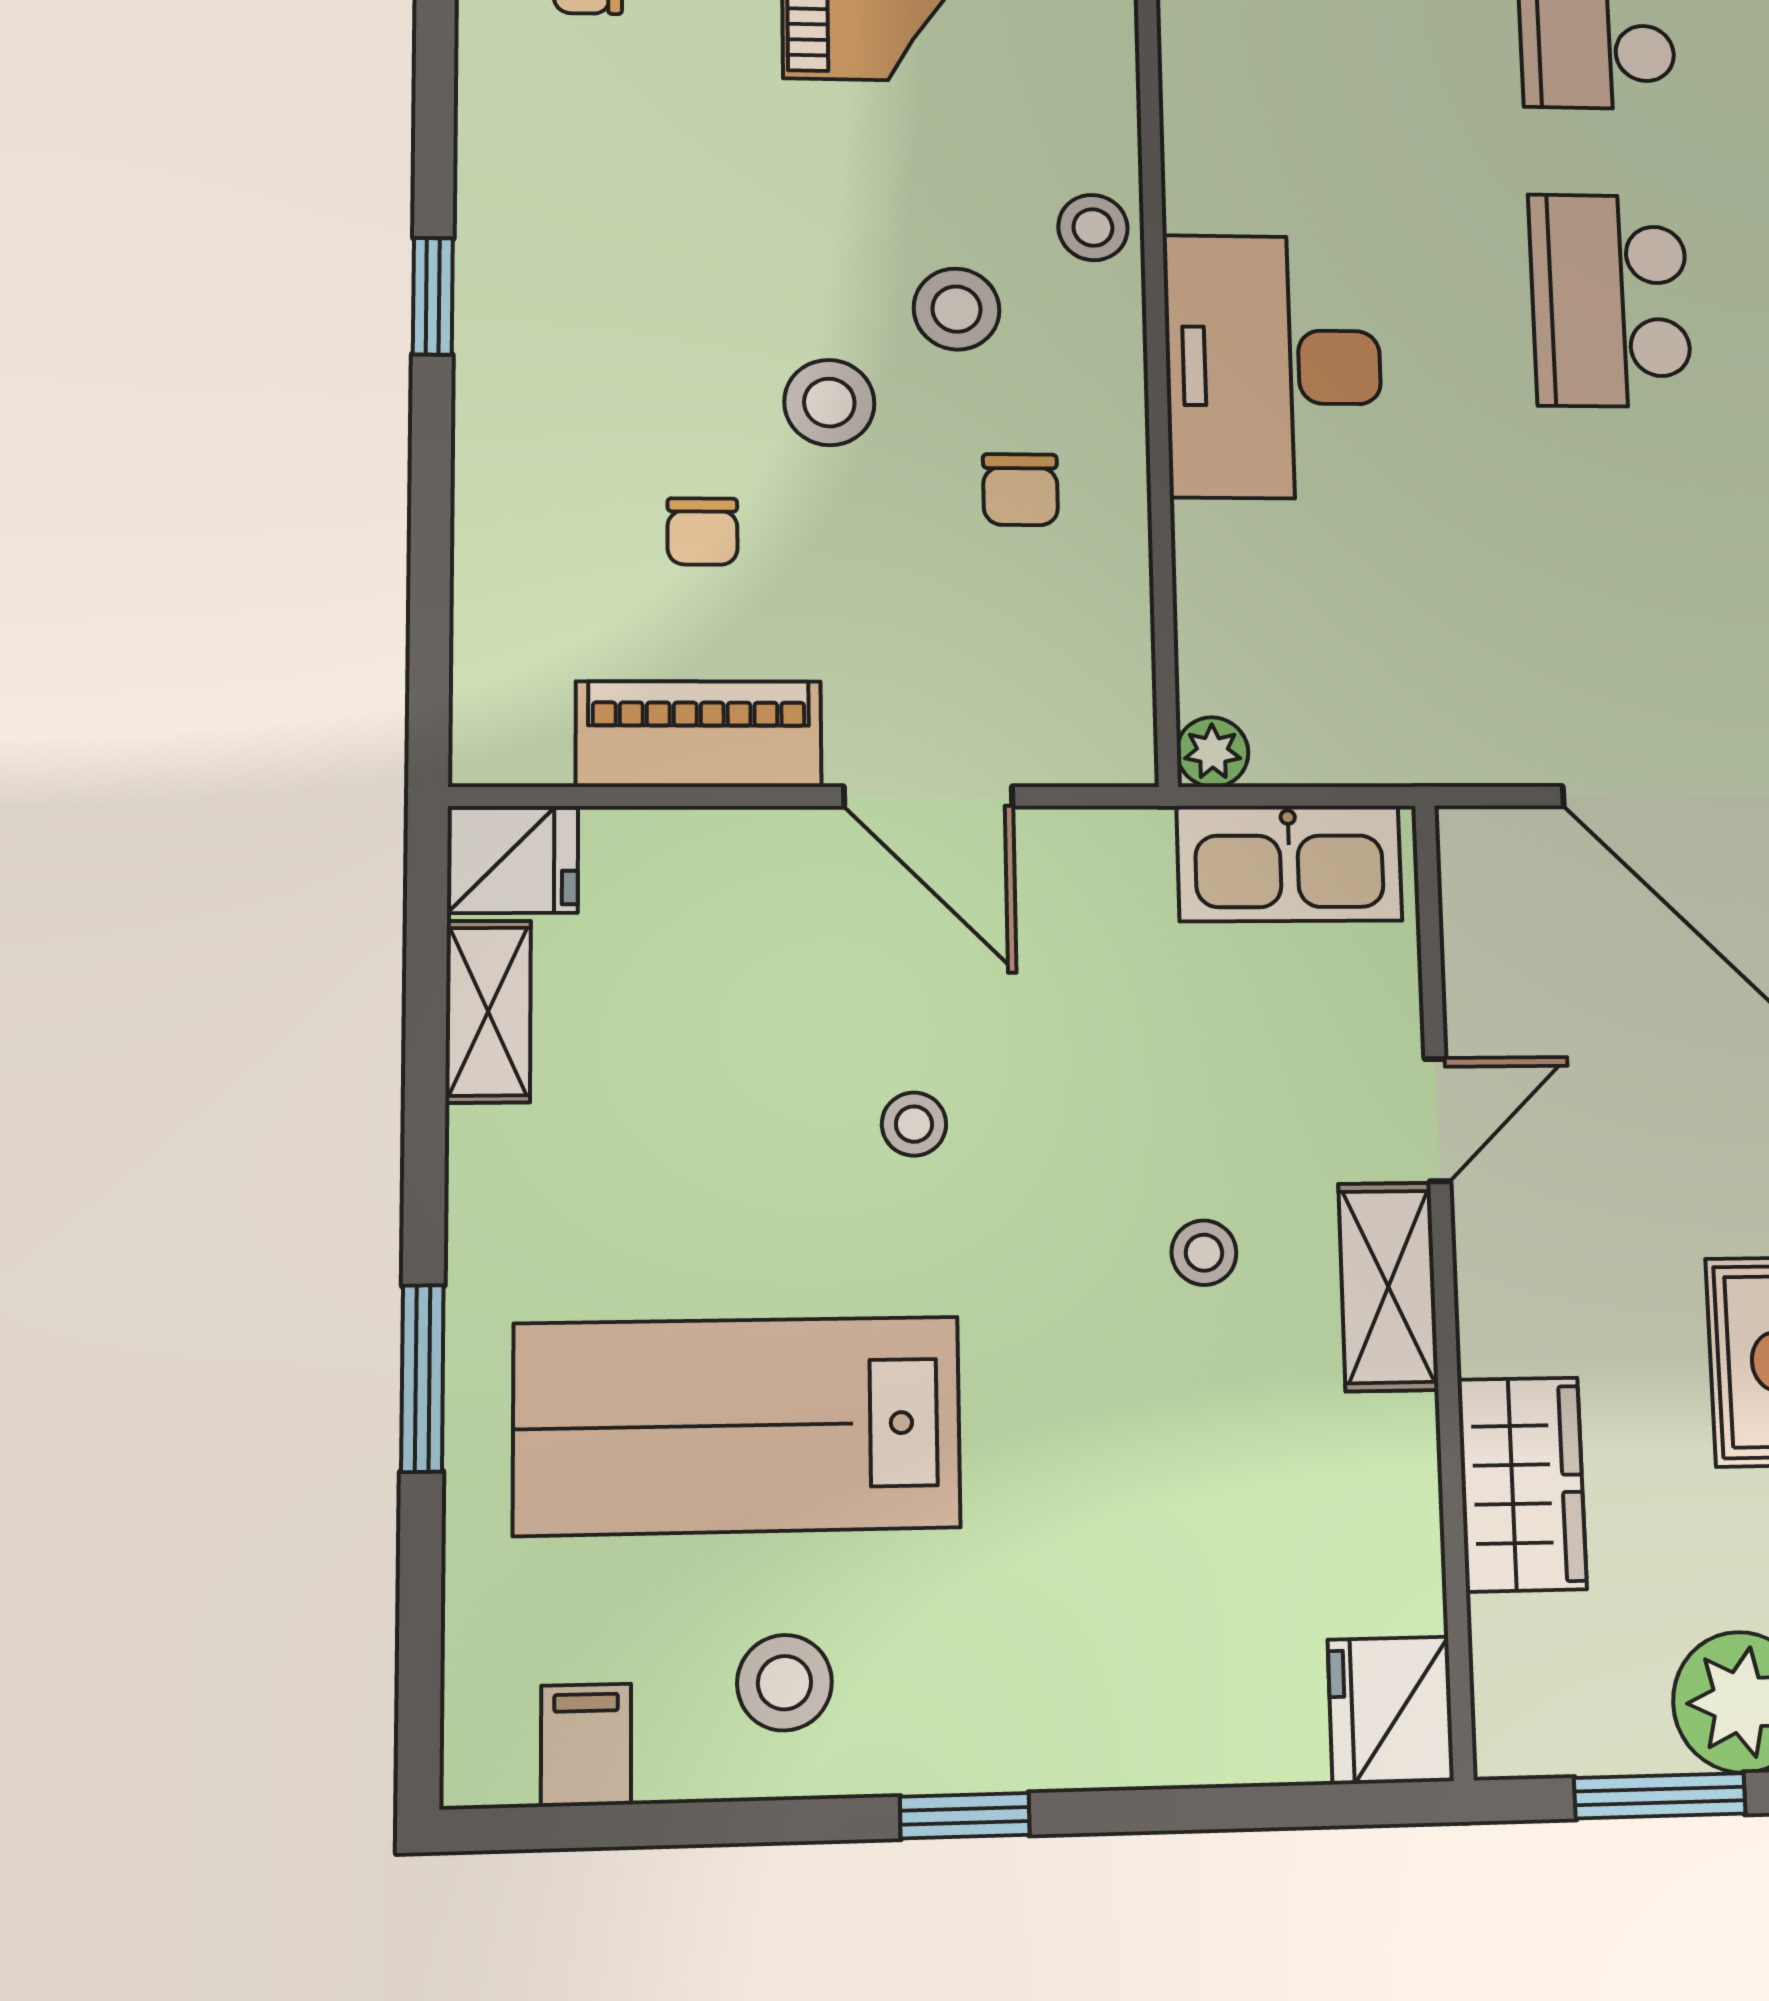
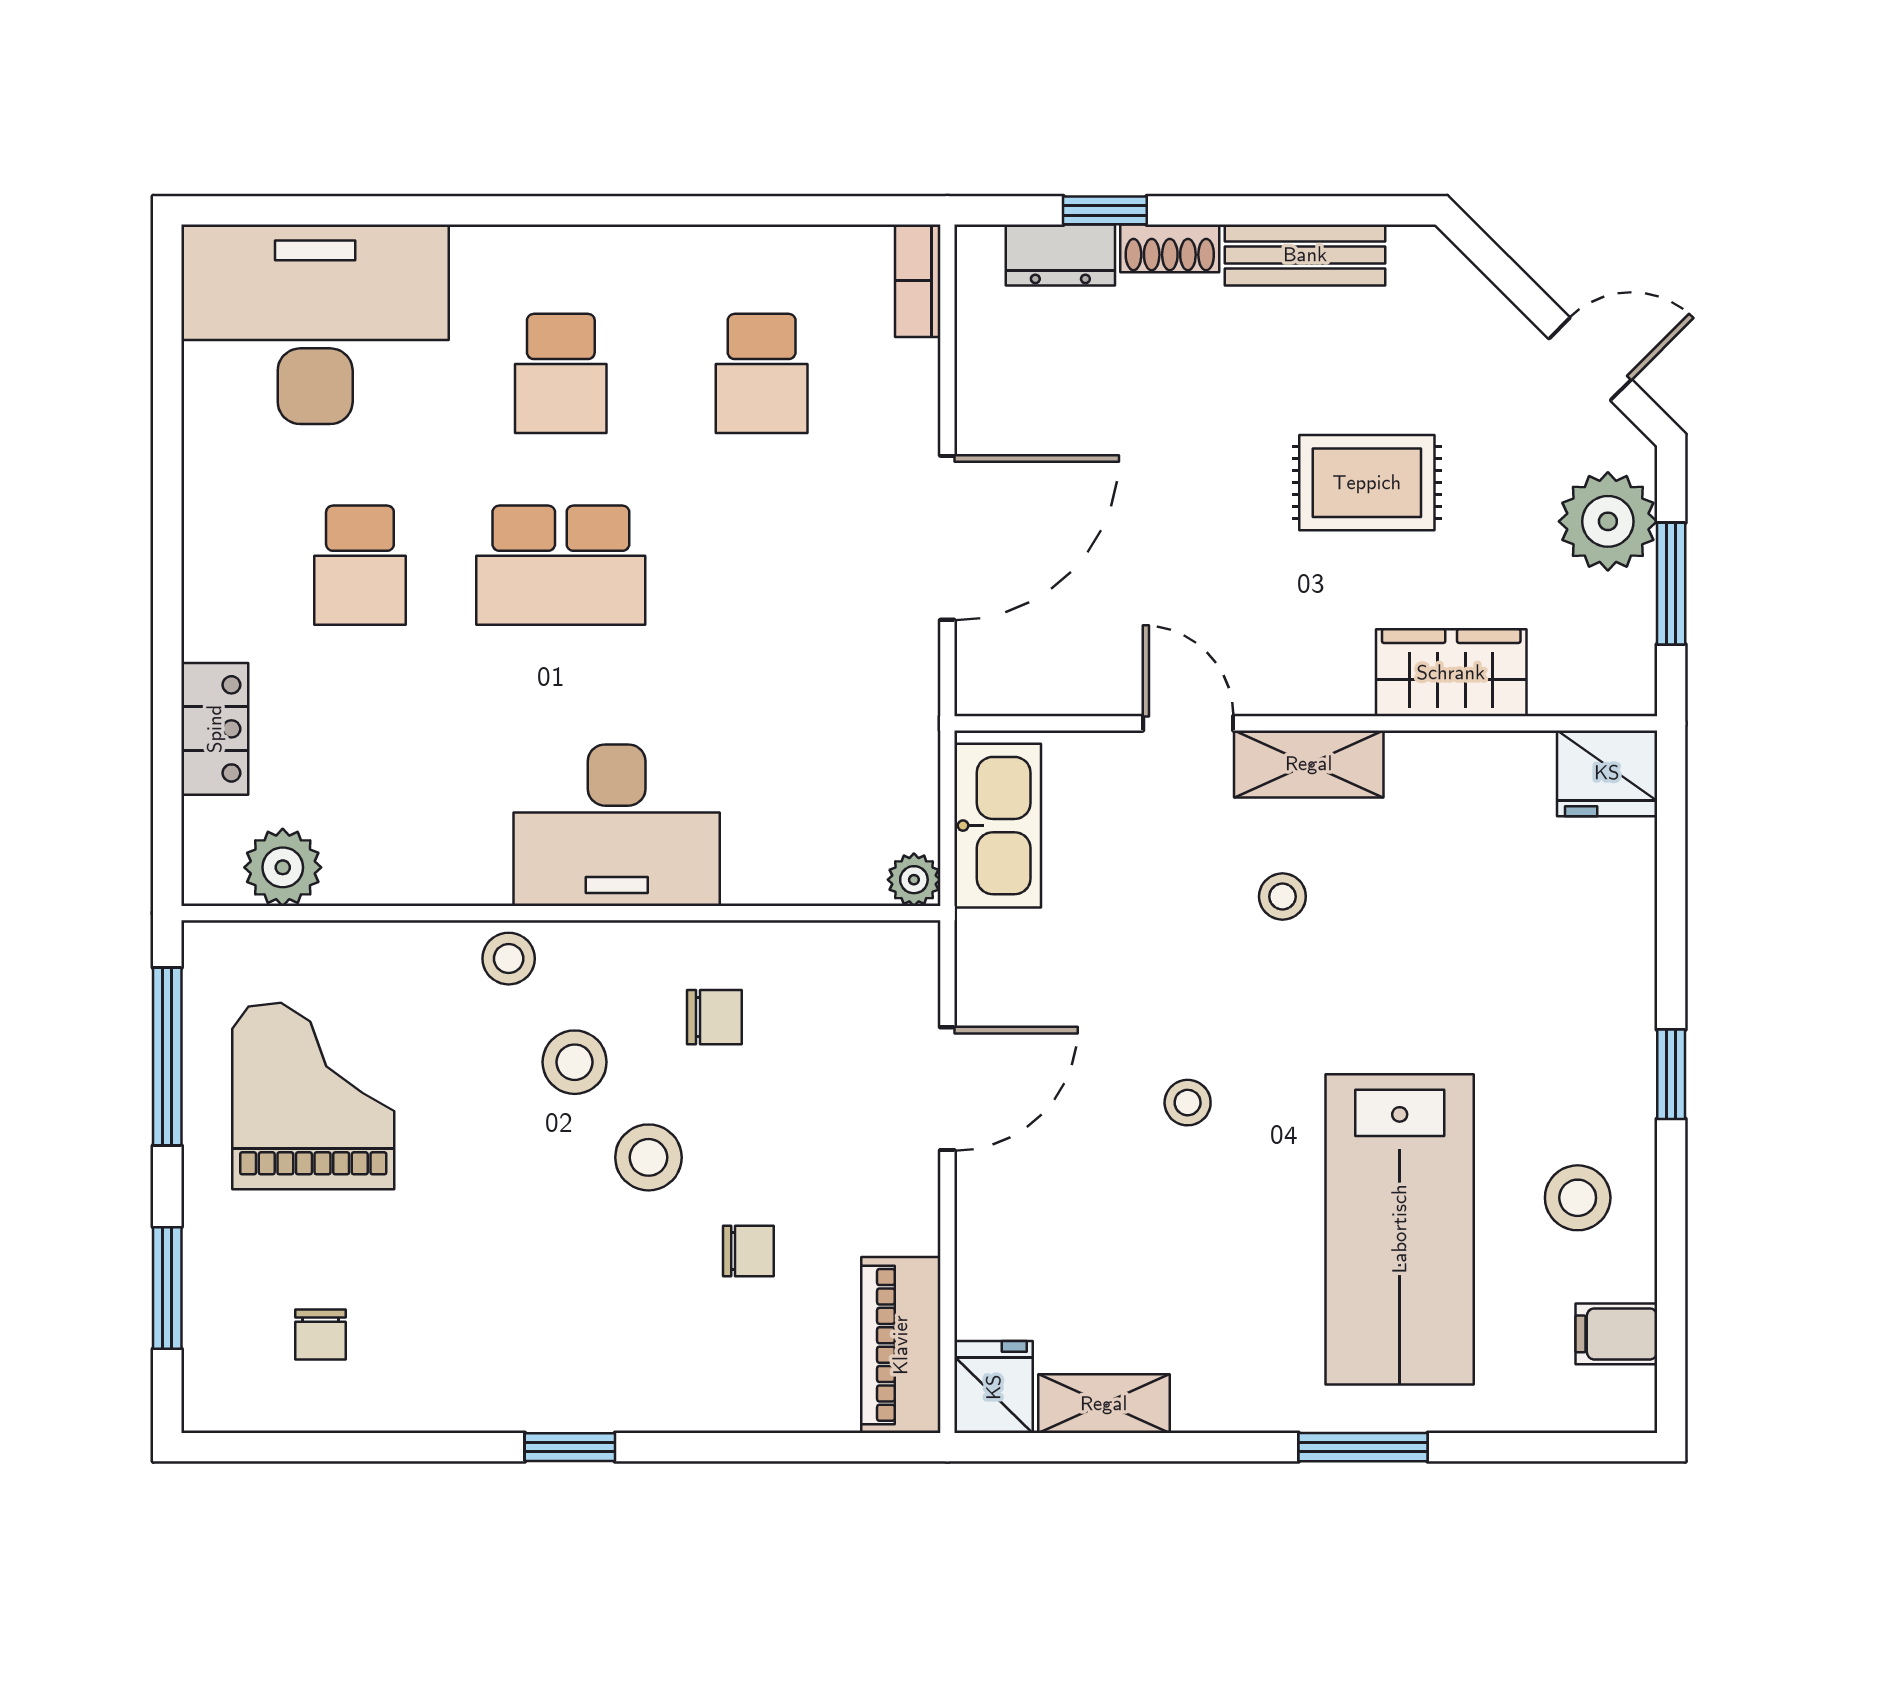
piano: (699, 734) -> (901, 1345), moved

